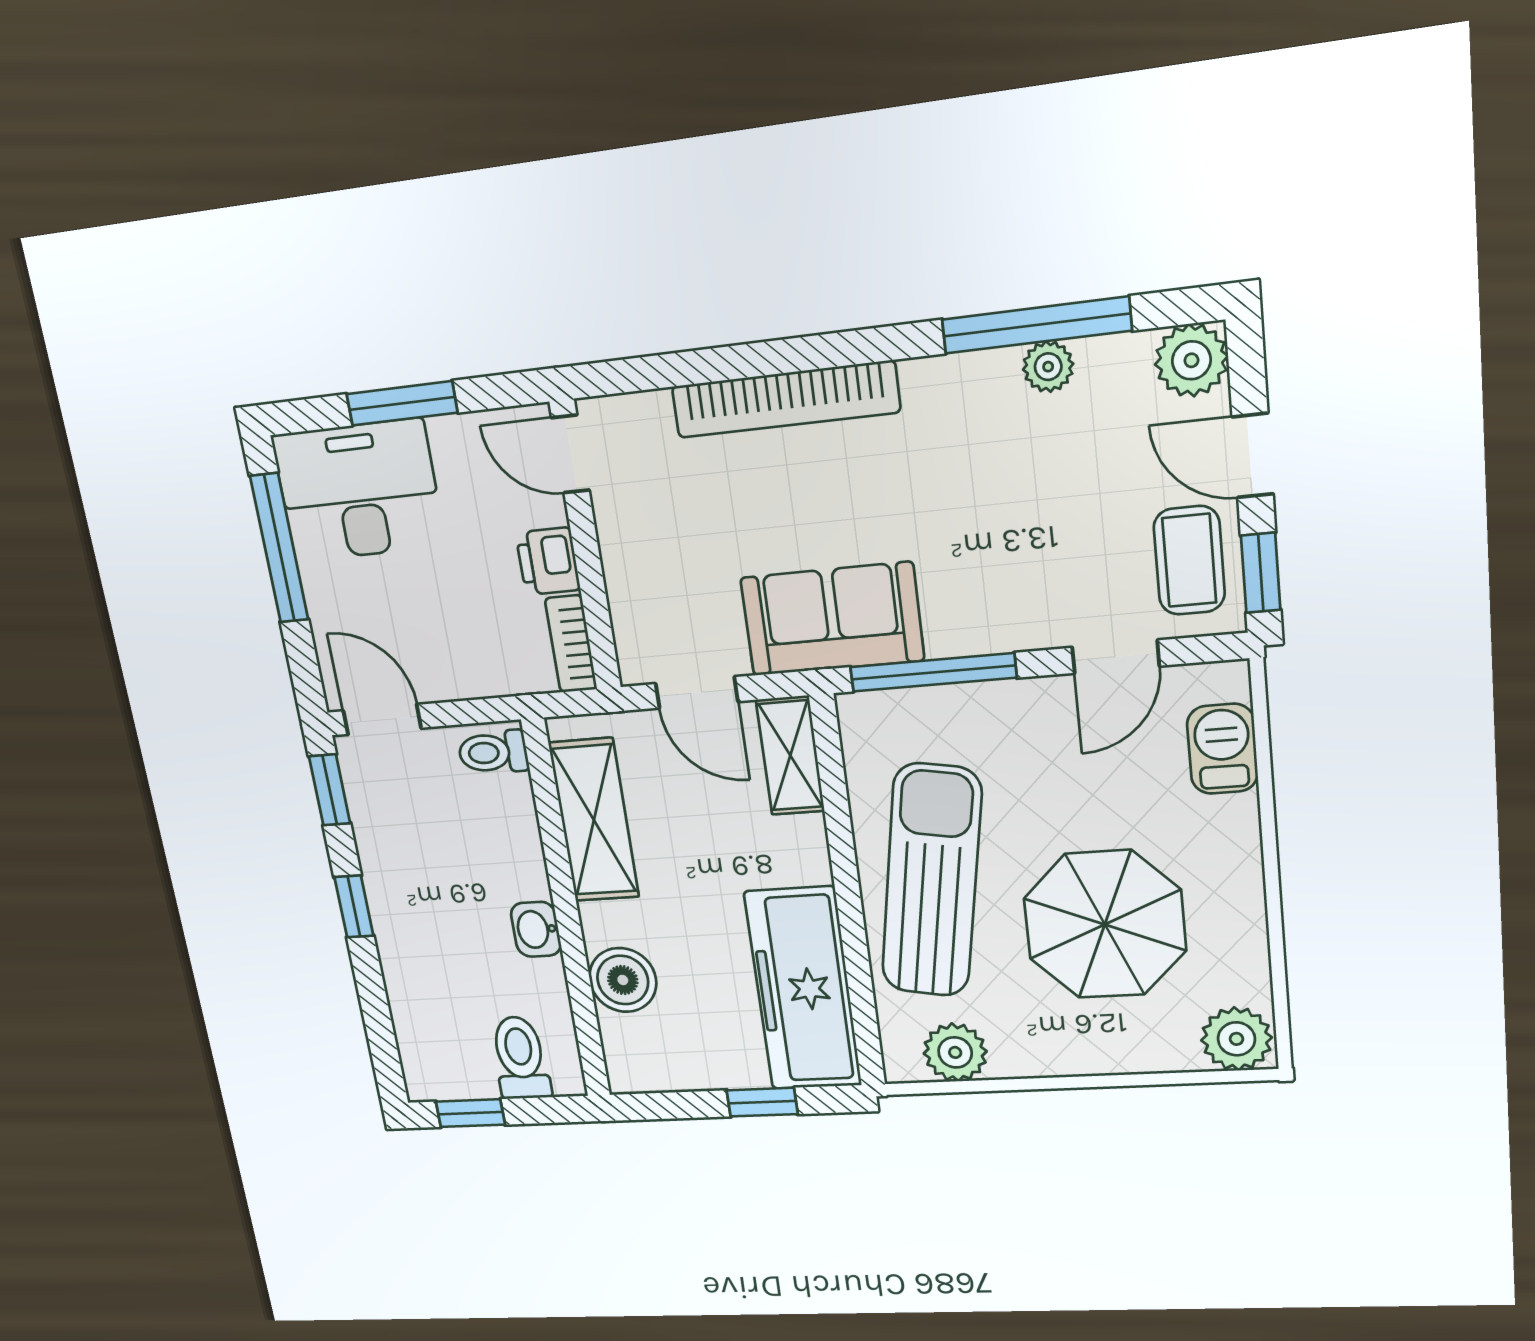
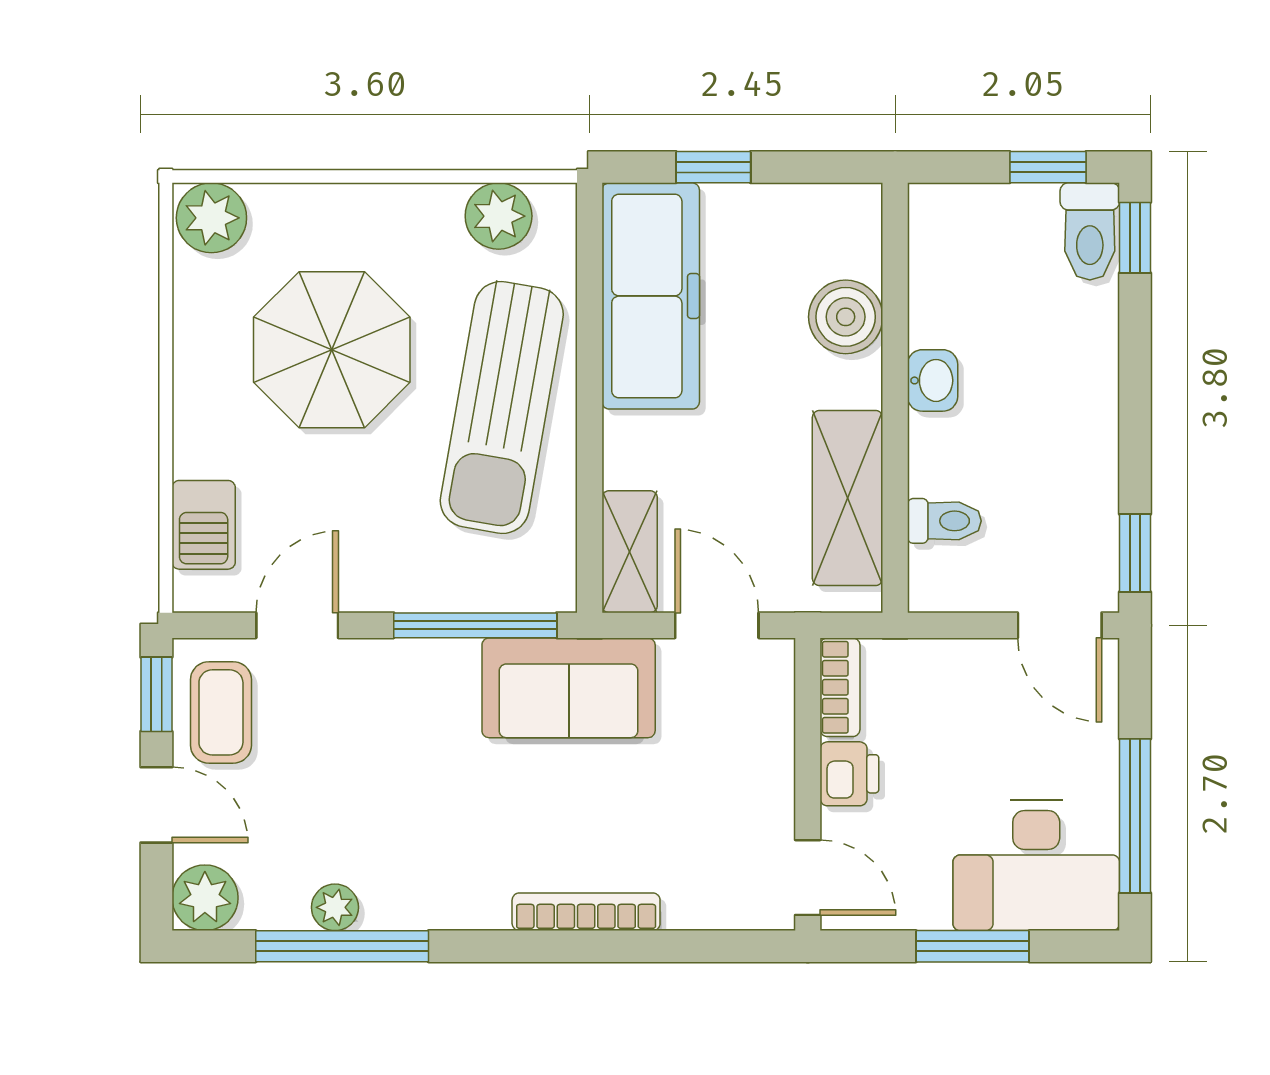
bookcase: (785, 399) -> (586, 912), width x0.68, depth x0.76
toilet: (493, 752) -> (944, 521), moved
window: (354, 906) -> (1135, 238), moved
toilet: (520, 1058) -> (1090, 231), moved

